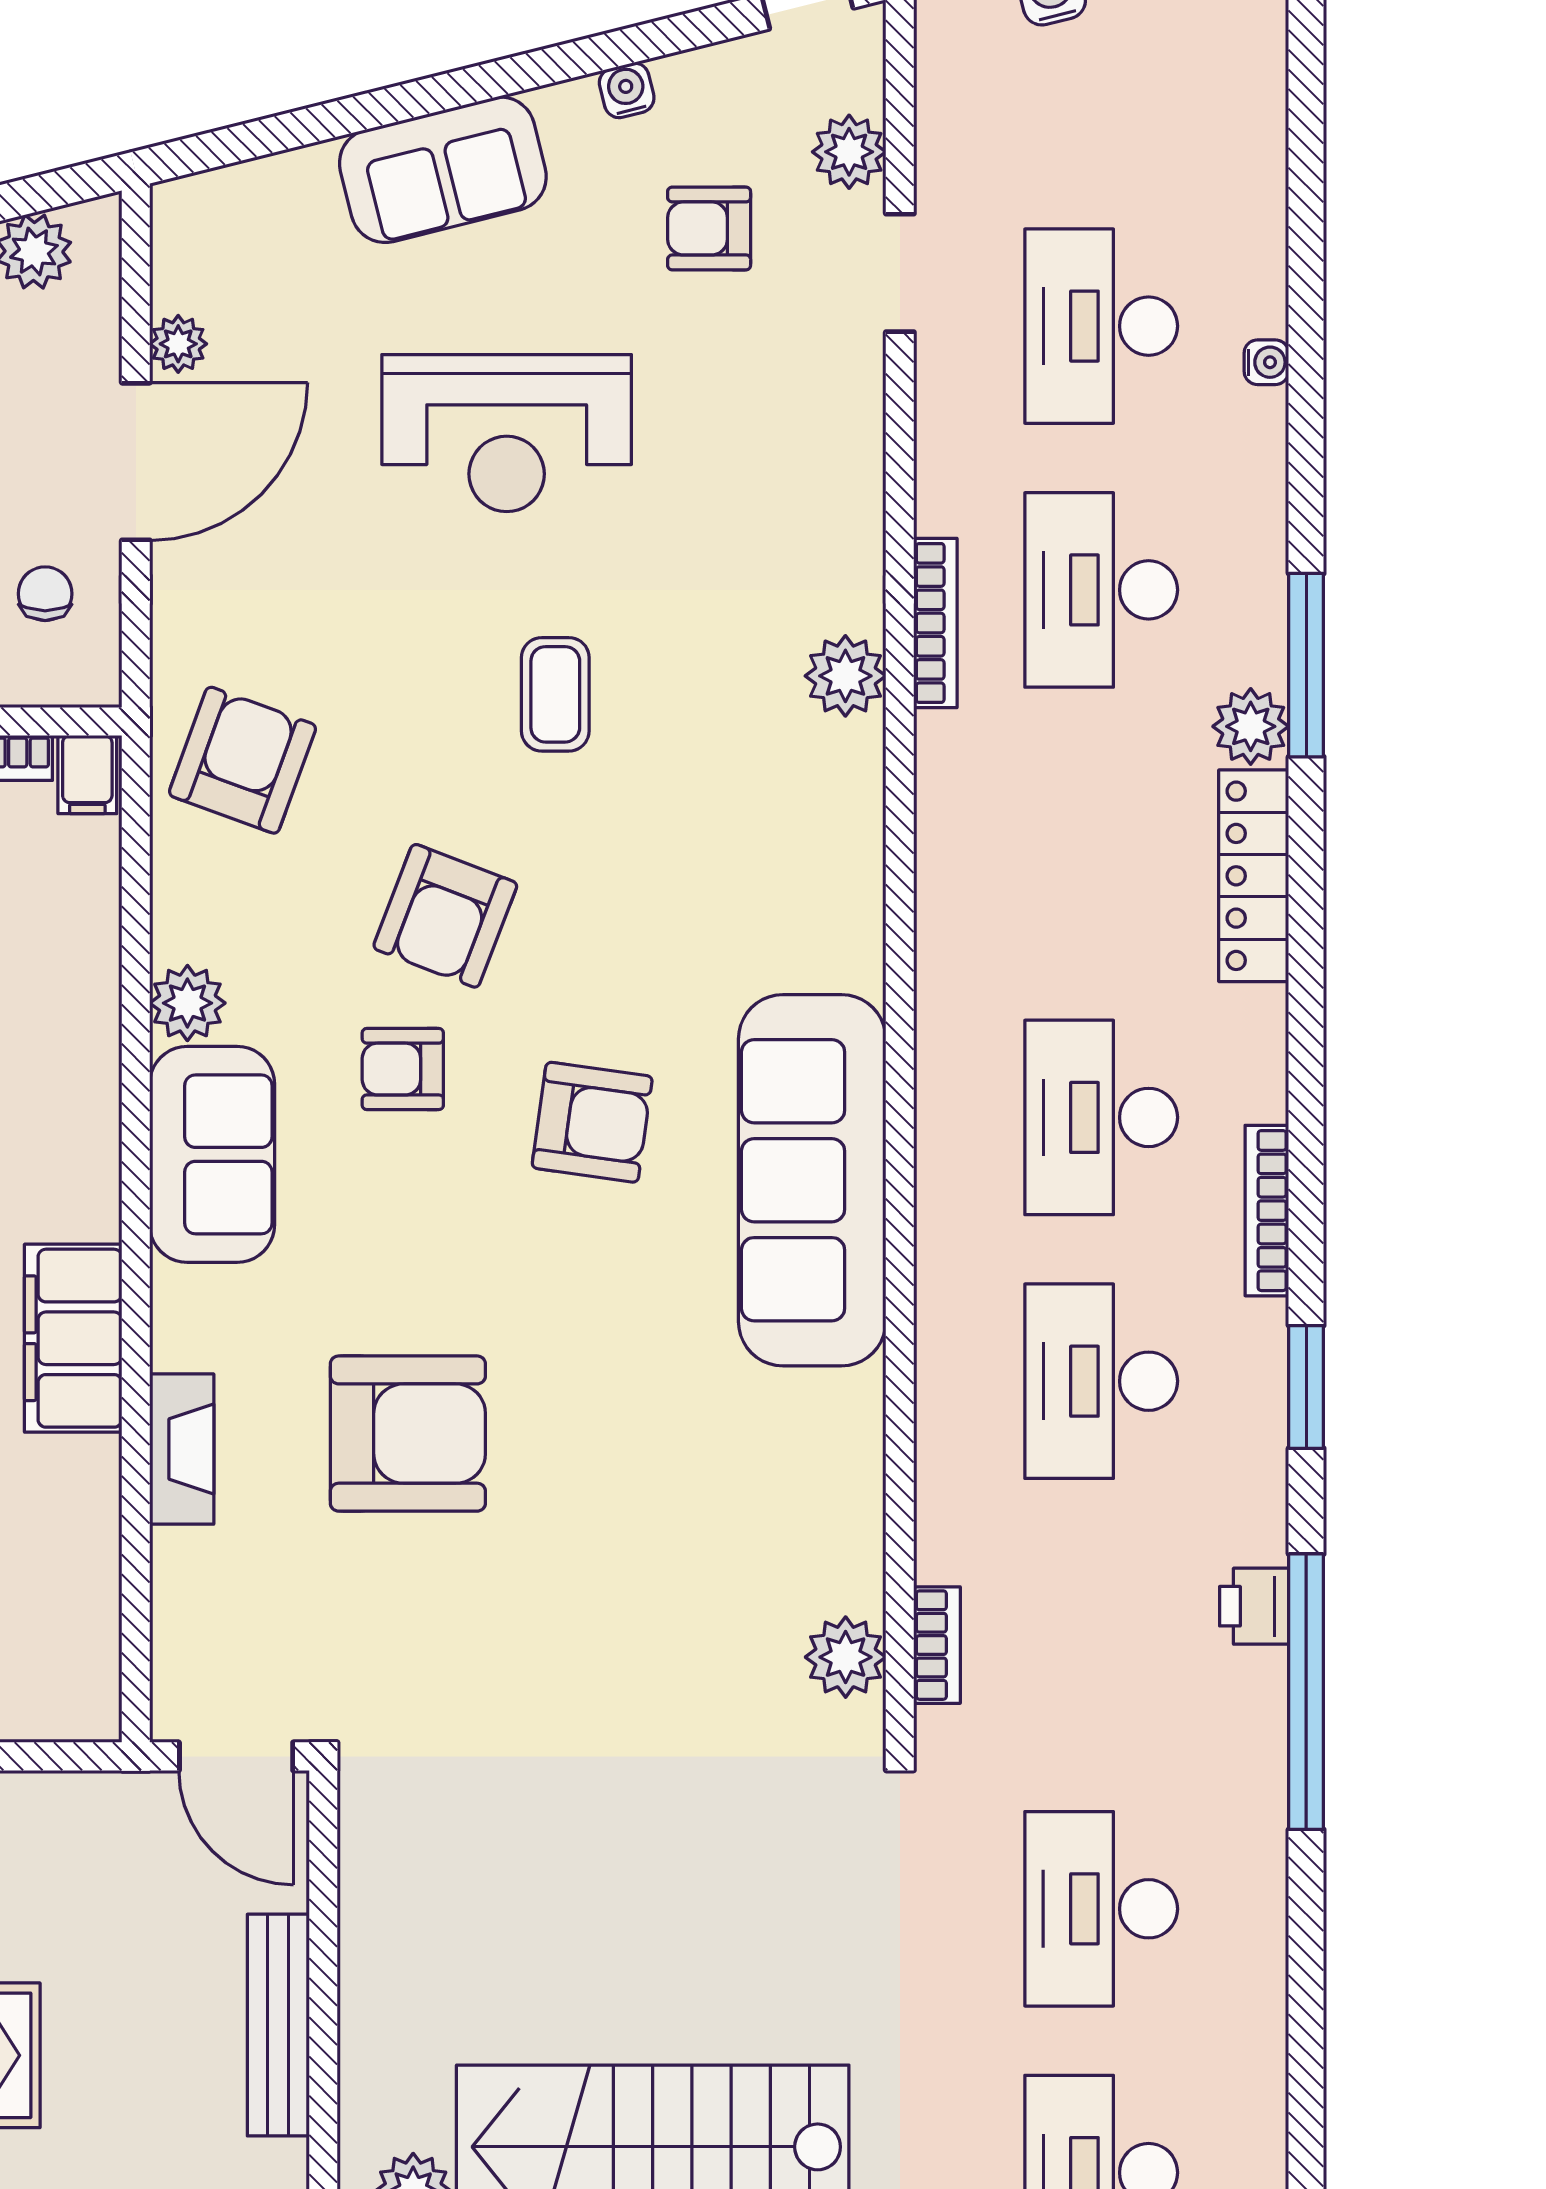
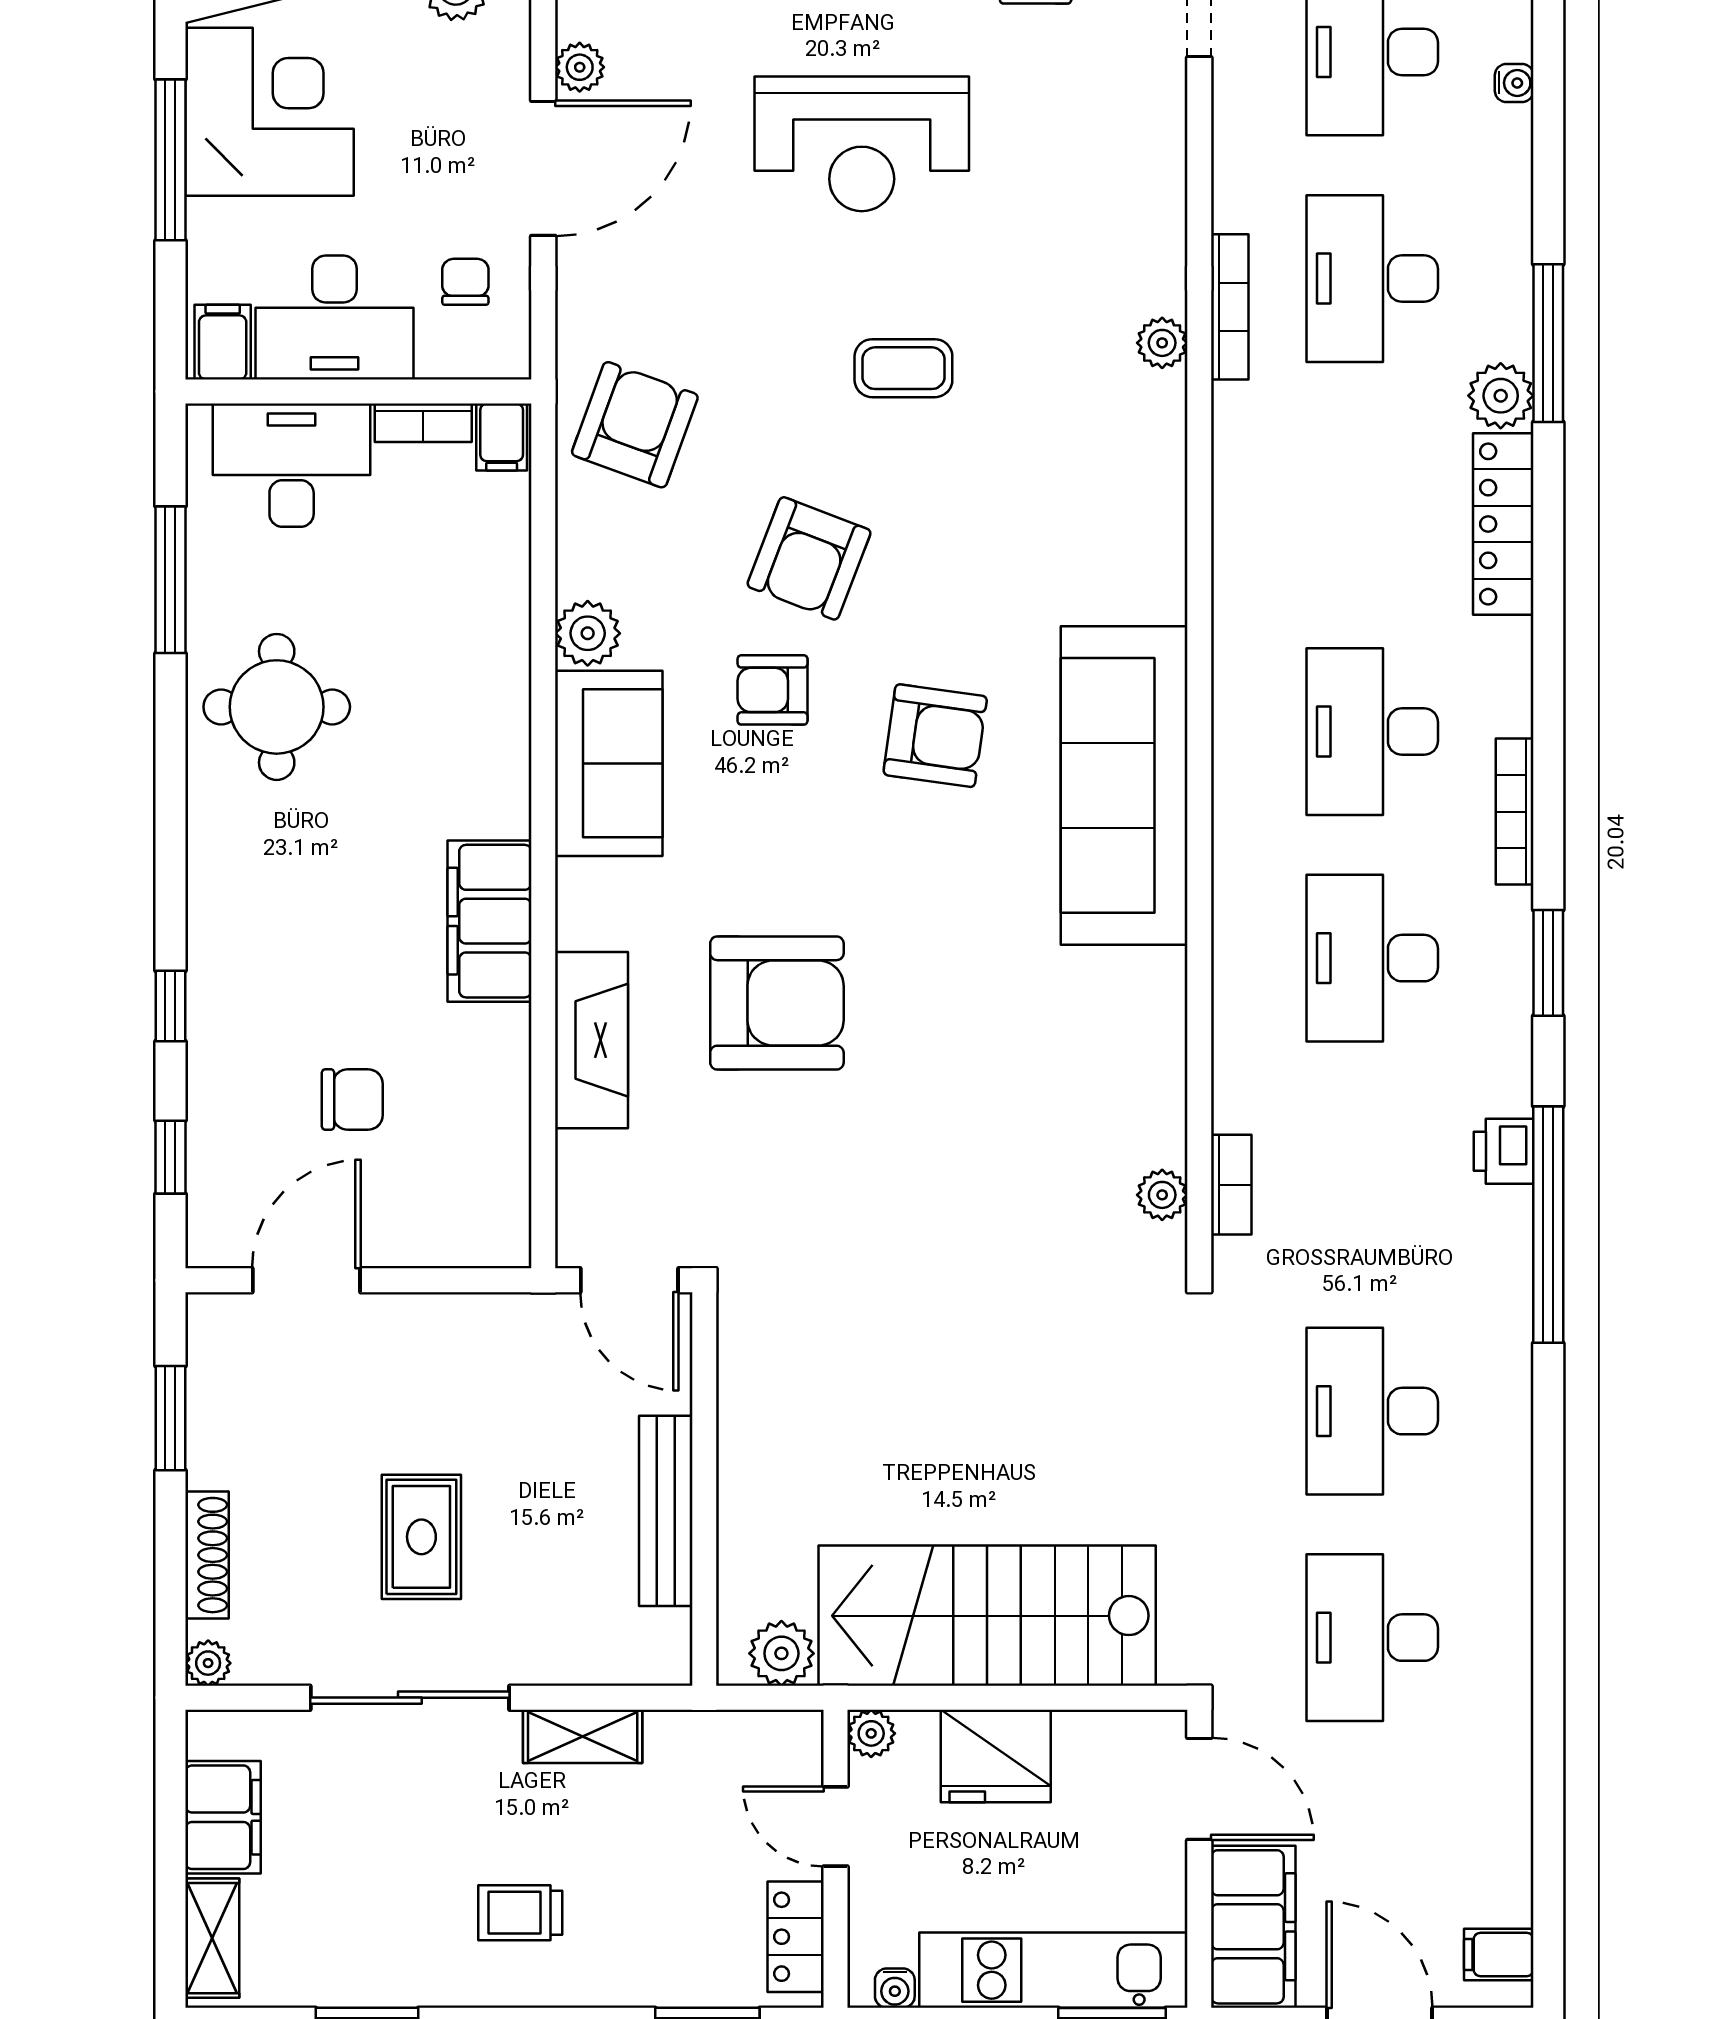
plant: (845, 676) -> (1162, 343), width x0.73, depth x0.73
coffee table: (555, 694) -> (903, 368), turned 90
fireplace: (182, 1449) -> (591, 1040), width x1.37, depth x1.32
plant: (846, 1657) -> (1162, 1195), width x0.73, depth x0.73

